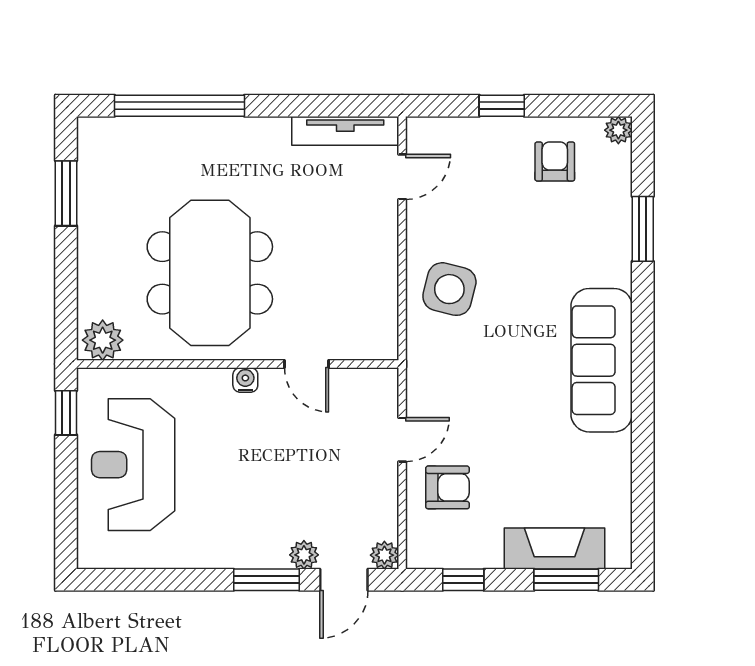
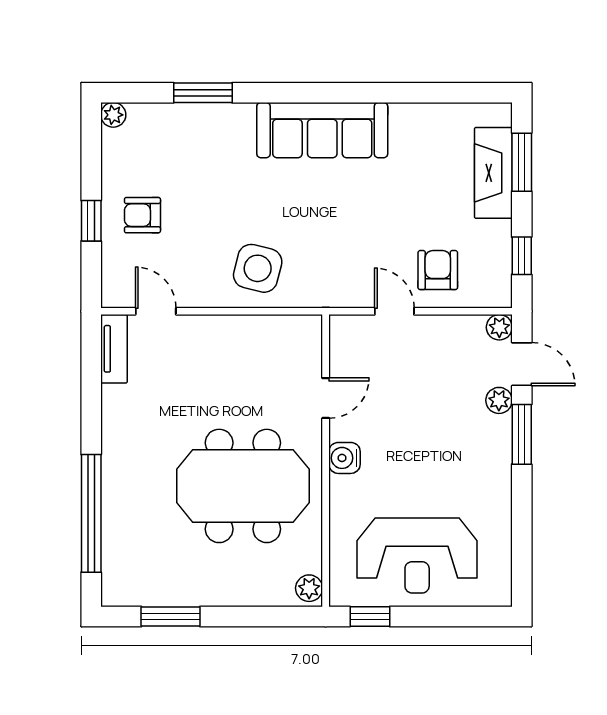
tv unit: (345, 131) -> (114, 349), width x0.71
armchair: (555, 161) -> (142, 215), moved
plant: (103, 340) -> (309, 588), width x0.73, depth x0.73
water cooler: (245, 380) -> (344, 458), width x1.38, depth x1.38

